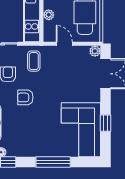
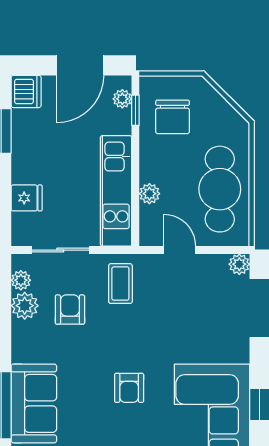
armchair: (25, 97) -> (129, 388), moved, turned -90

